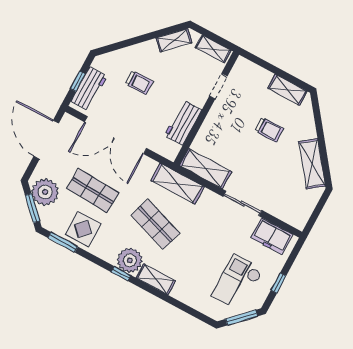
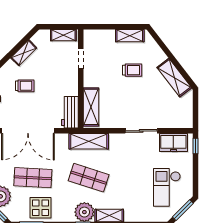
shelving: (174, 40) -> (24, 53), moved
workbench: (183, 123) -> (70, 112), moved
shelving: (205, 169) -> (91, 107), moved, turned 90
window: (278, 283) -> (195, 146), moved

